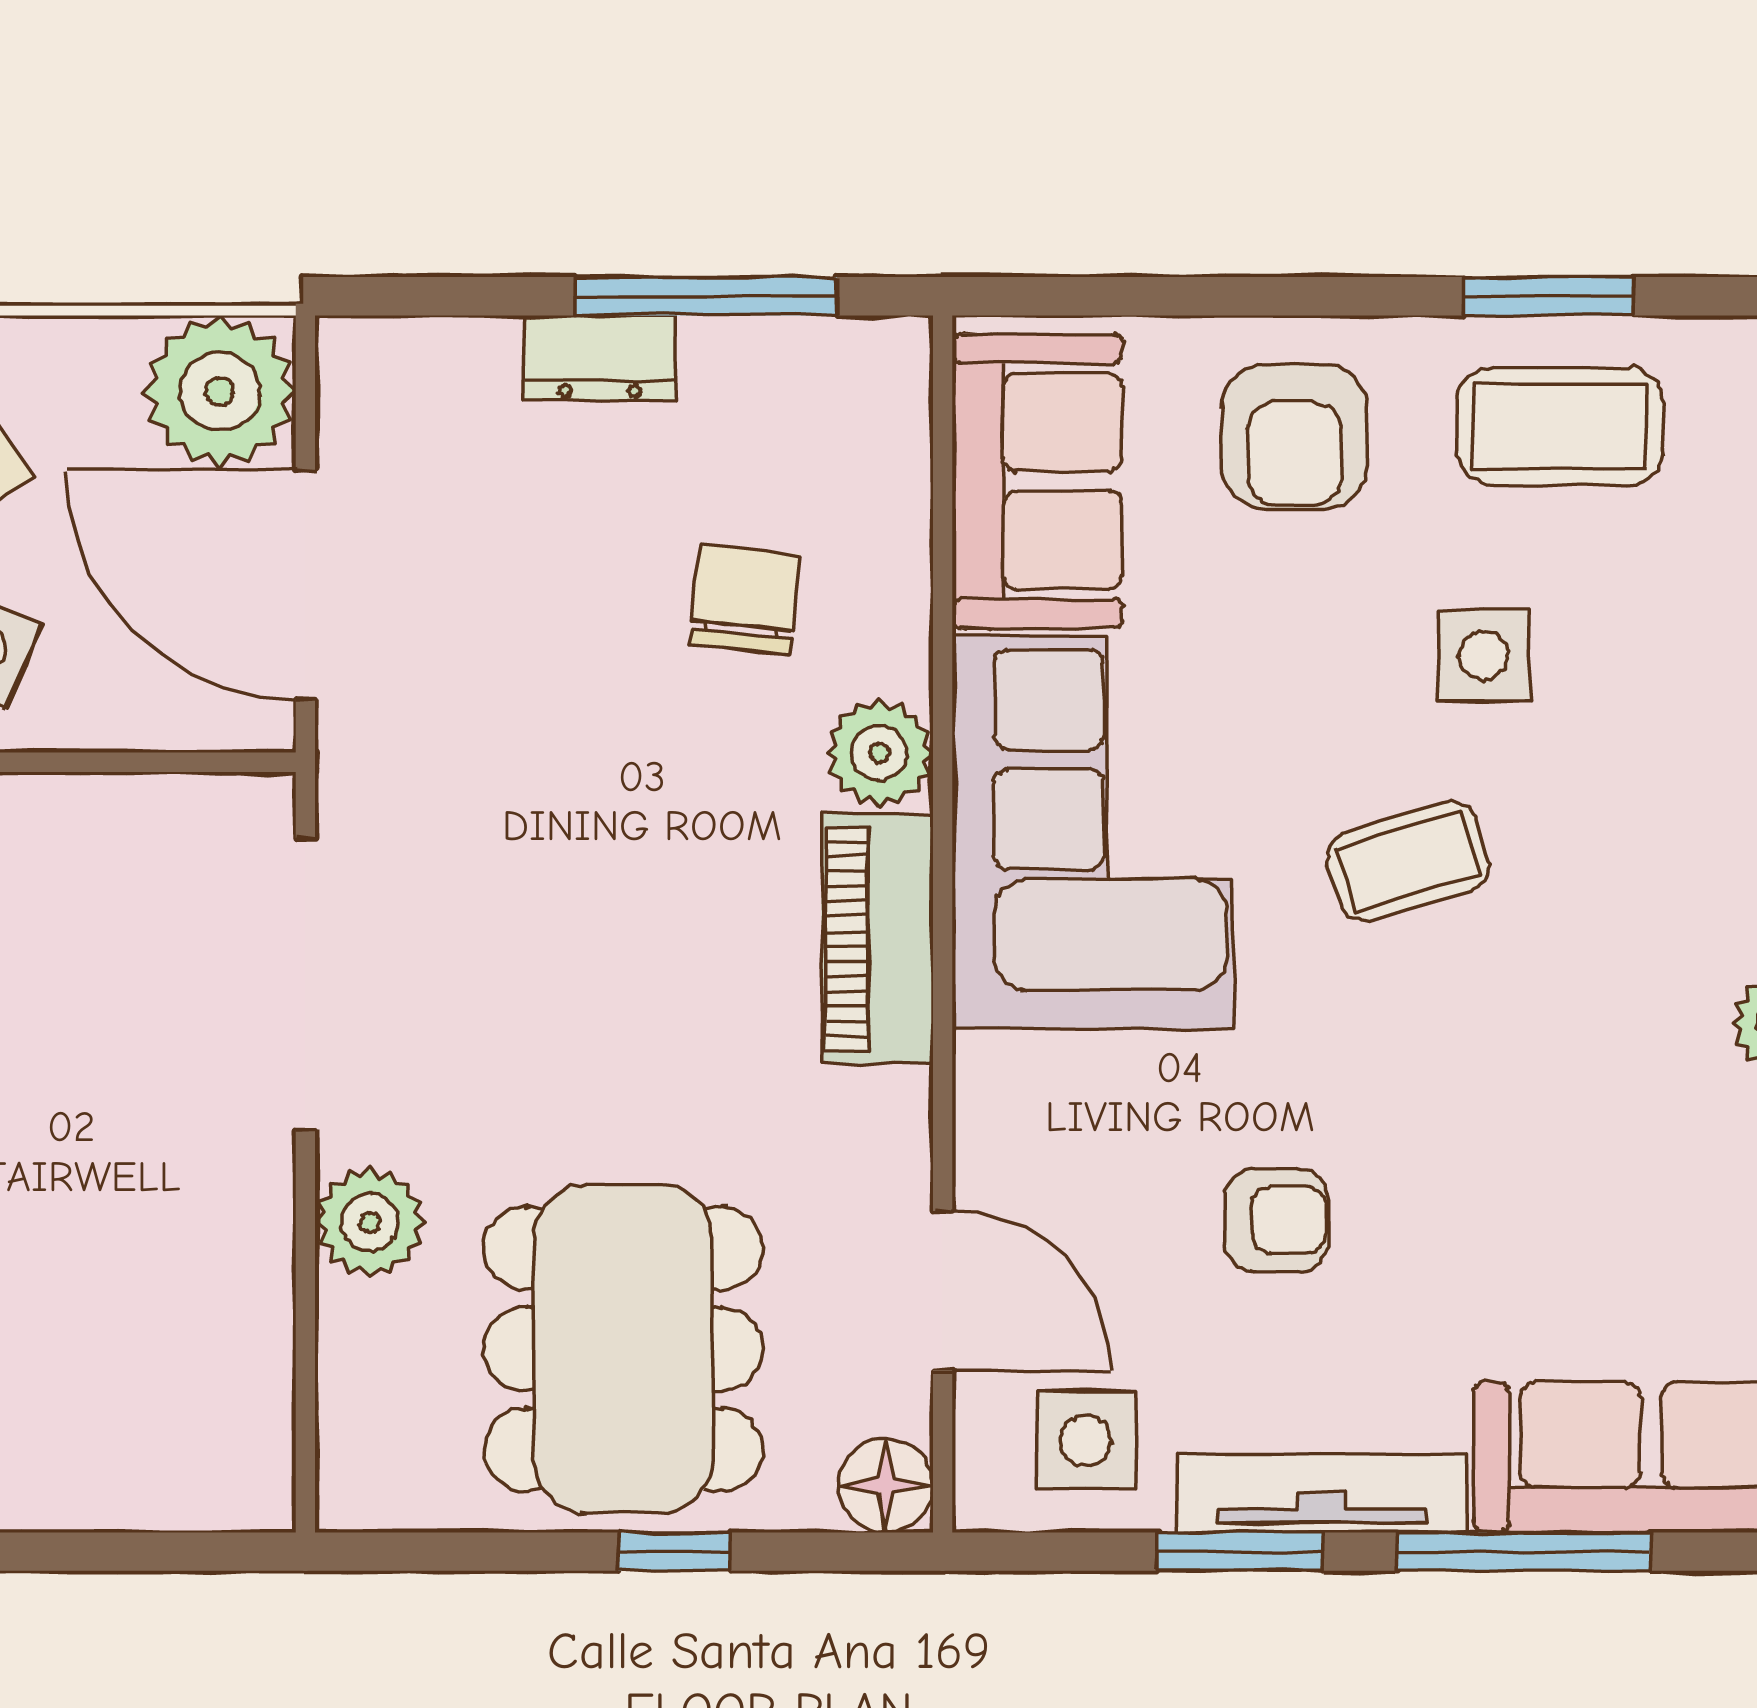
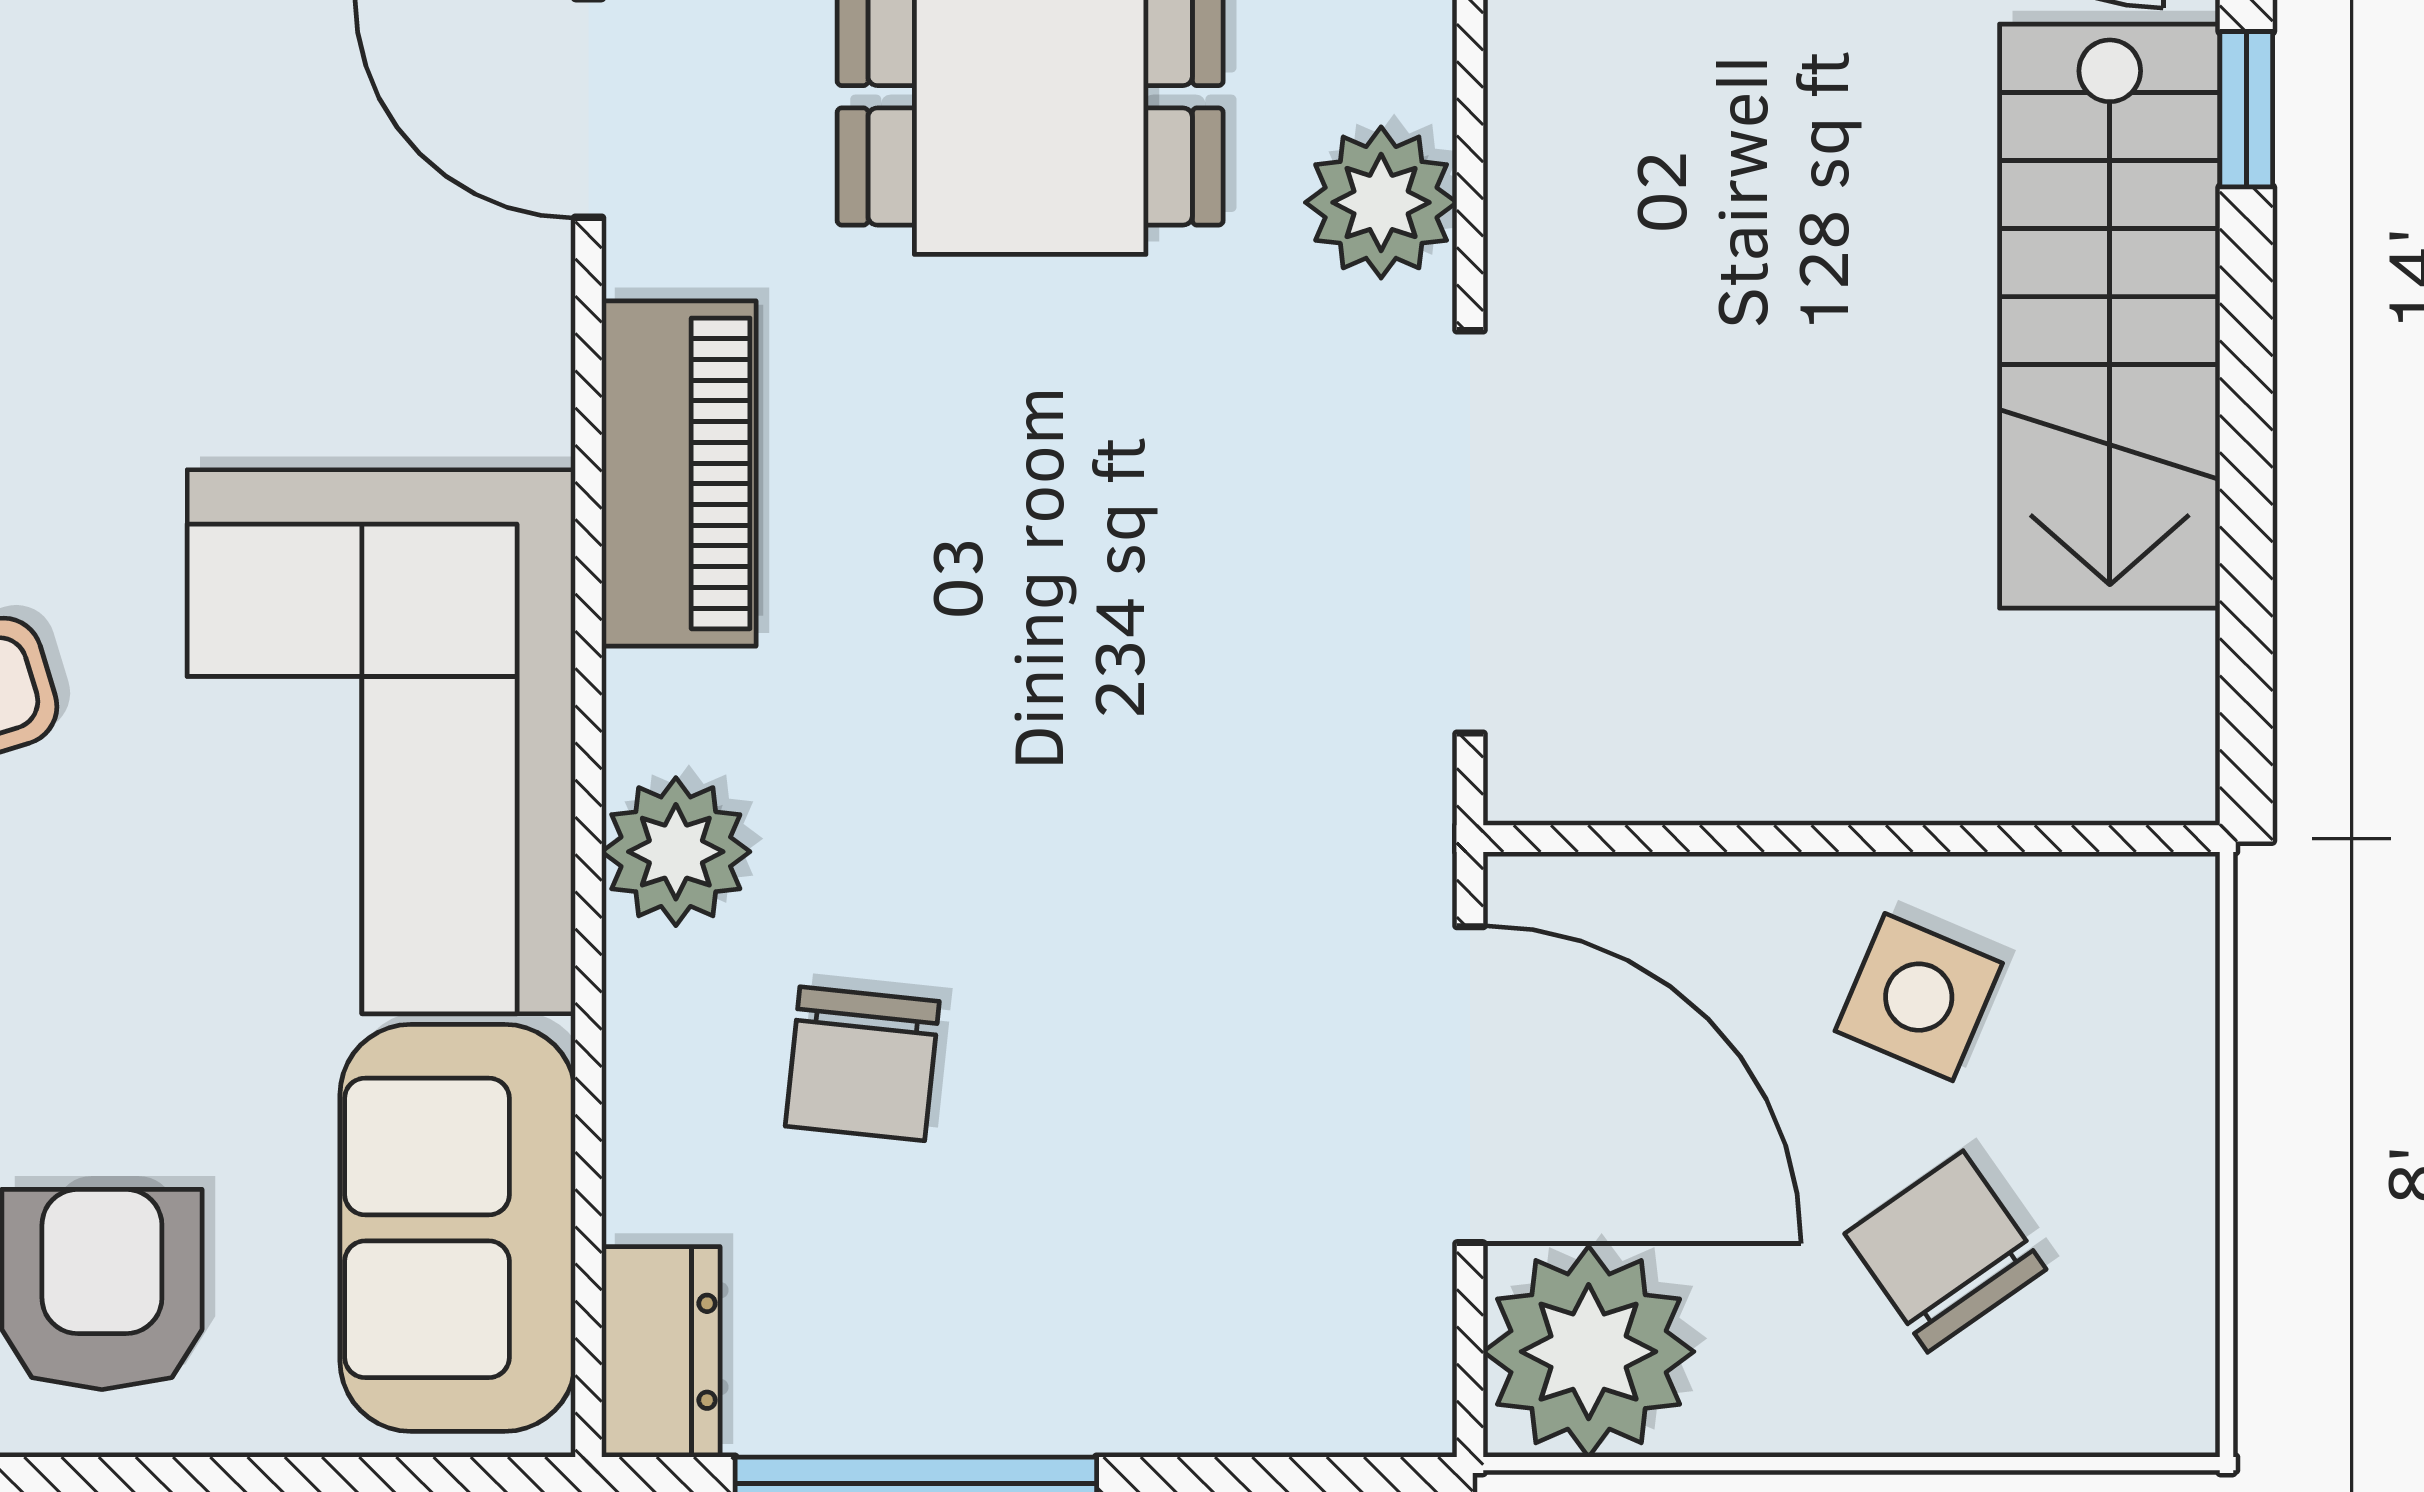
dresser: (600, 358) -> (661, 1352), moved, turned 90
piano: (877, 939) -> (679, 473), moved
armchair: (1276, 1220) -> (127, 205), removed

